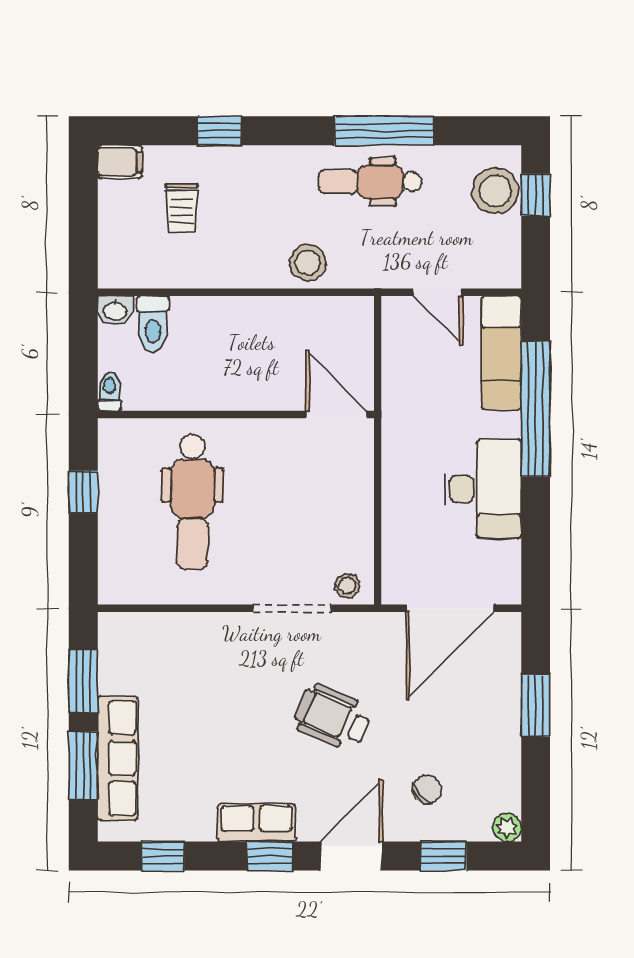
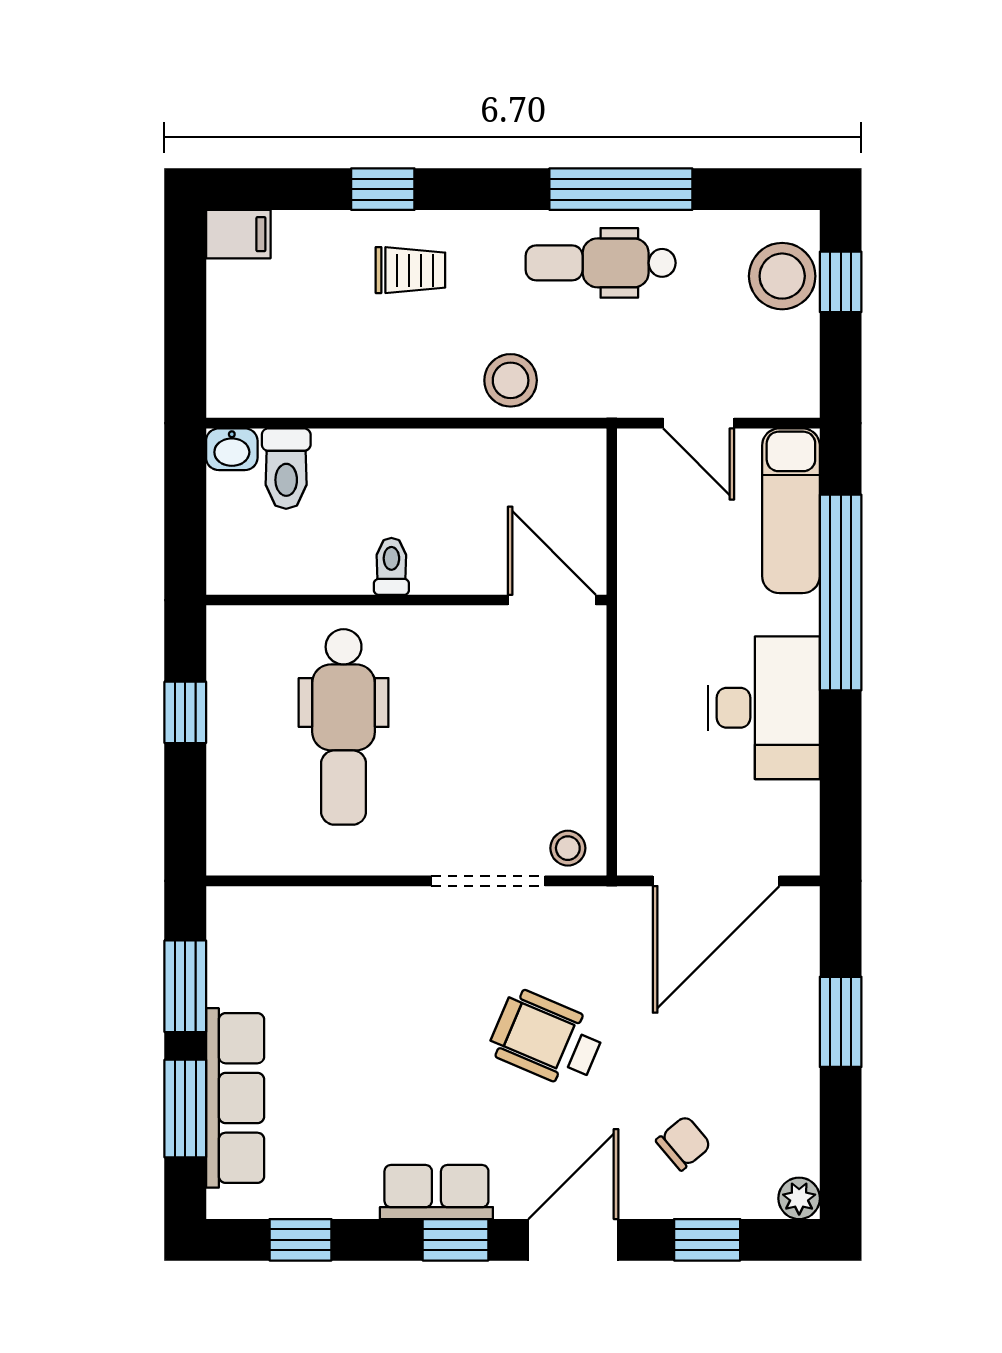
trolley: (182, 208) -> (410, 270), moved, turned -90
toilet: (110, 391) -> (391, 566), moved

